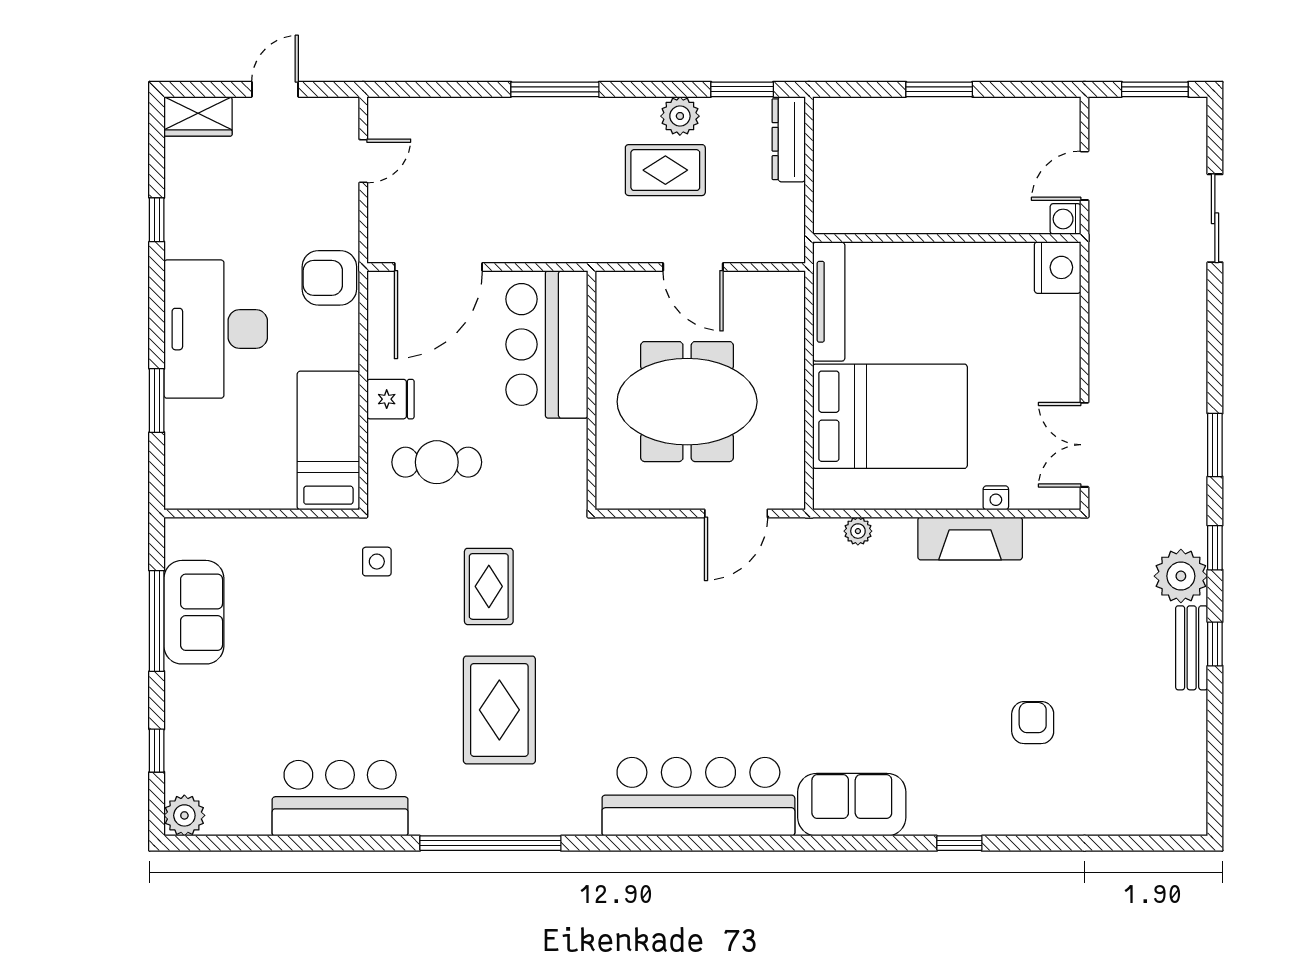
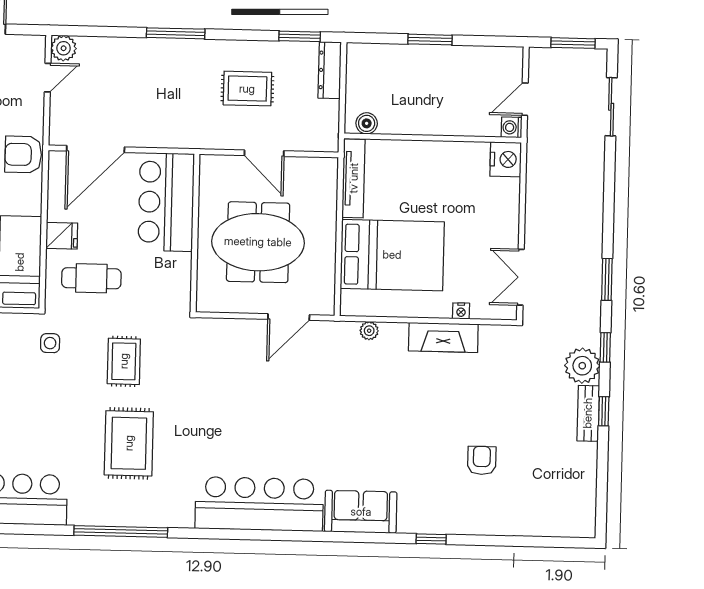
plant: (680, 116) -> (64, 48), moved
boiler: (846, 218) -> (367, 123), added
sliding door: (1215, 218) -> (611, 107), moved

